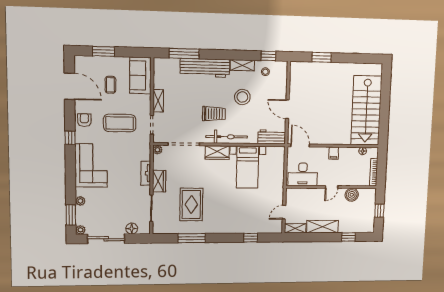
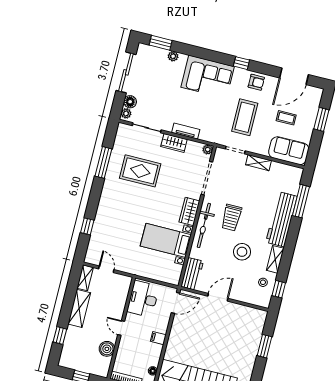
plant: (81, 230) -> (126, 113), moved

